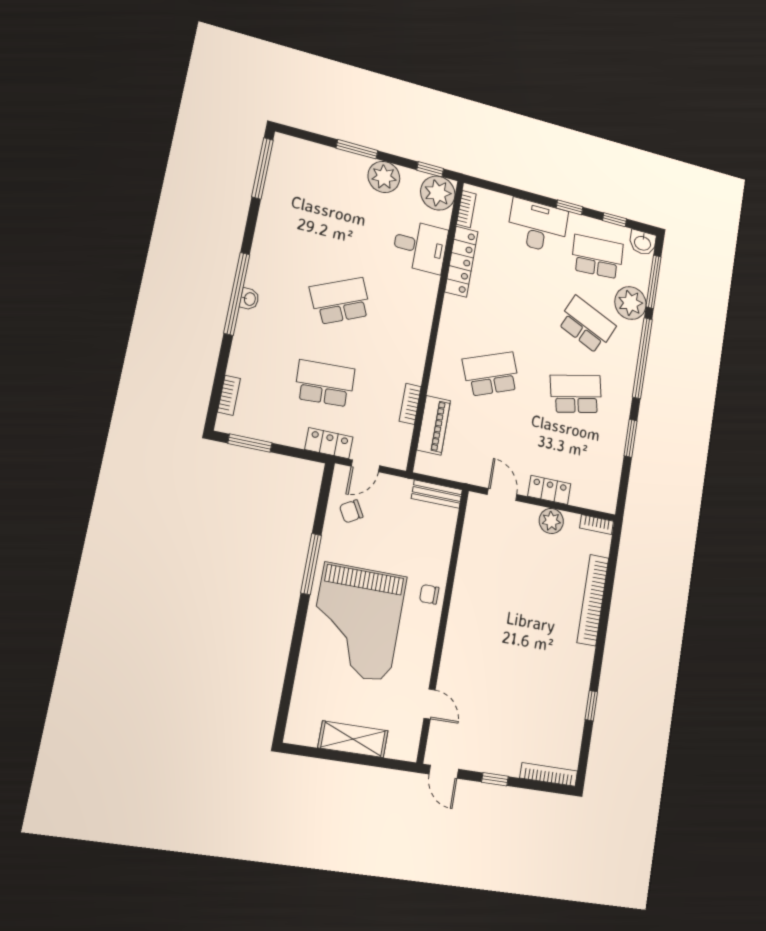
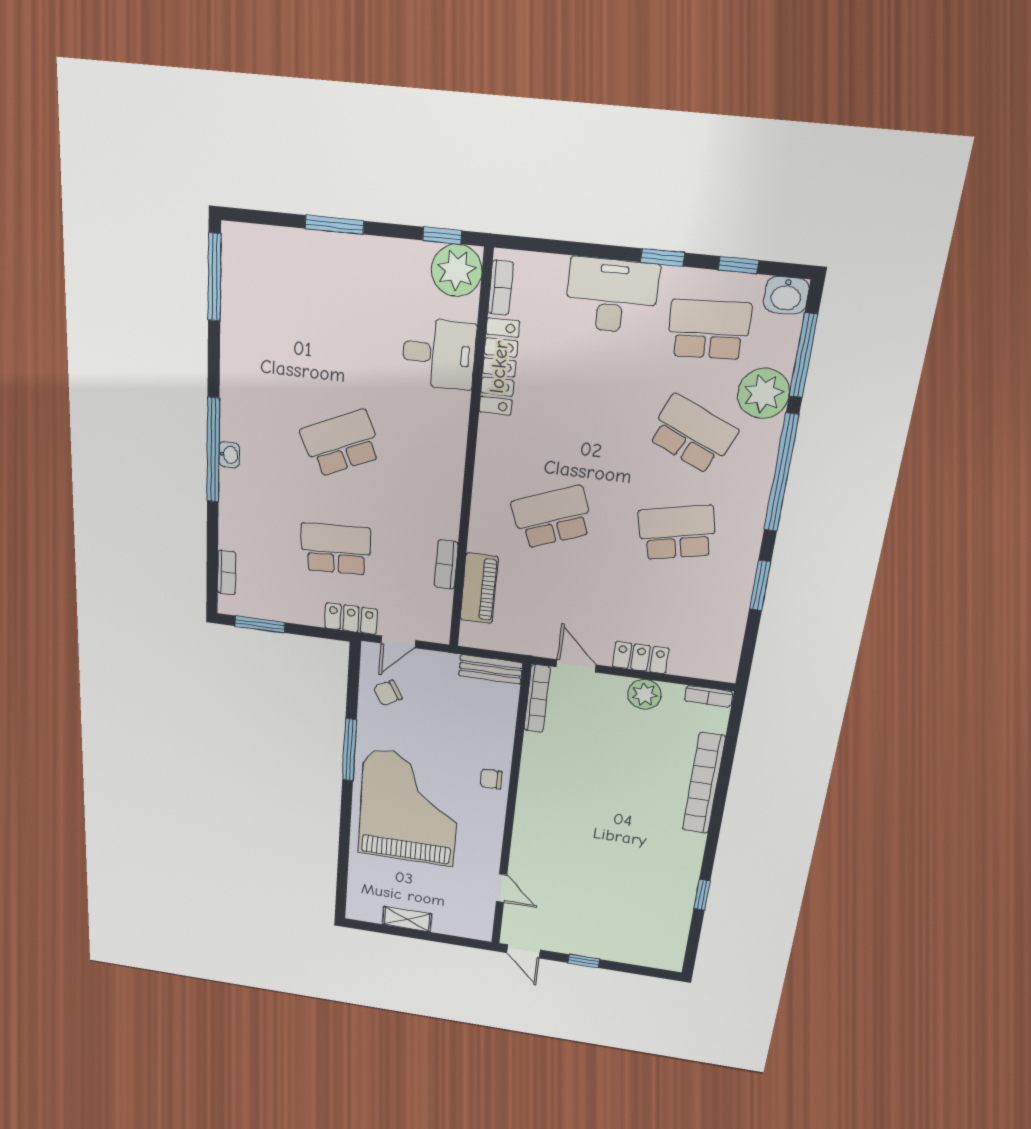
plant: (384, 177) -> (377, 260), removed
grand piano: (357, 622) -> (409, 808), turned 180
shelving: (353, 739) -> (407, 919), width x0.67, depth x0.75
bookcase: (549, 774) -> (537, 699), moved, turned 90

